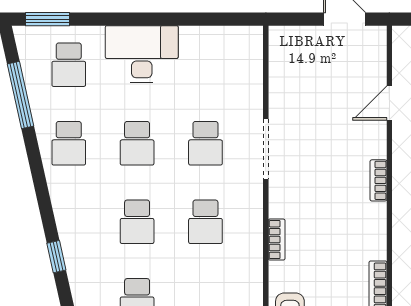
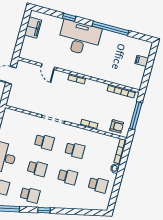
window: (56, 257) -> (44, 210), moved

